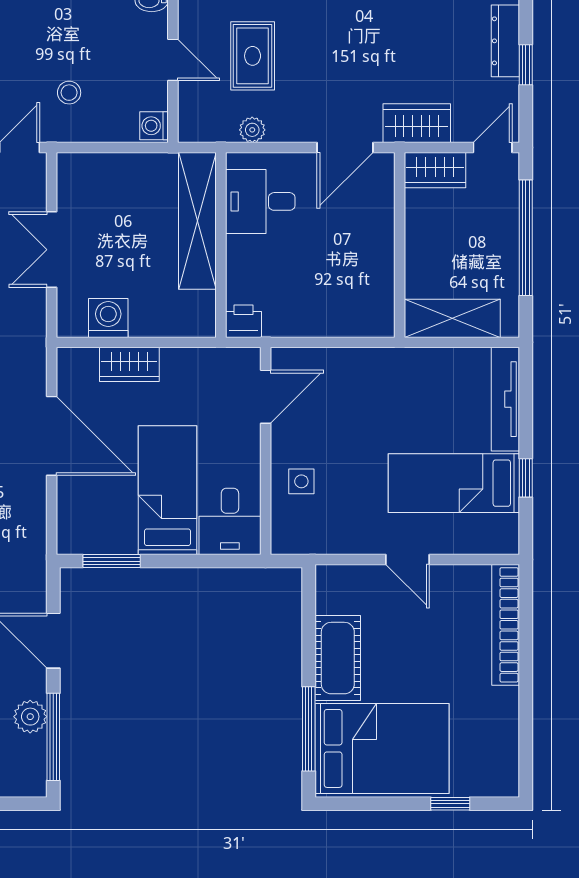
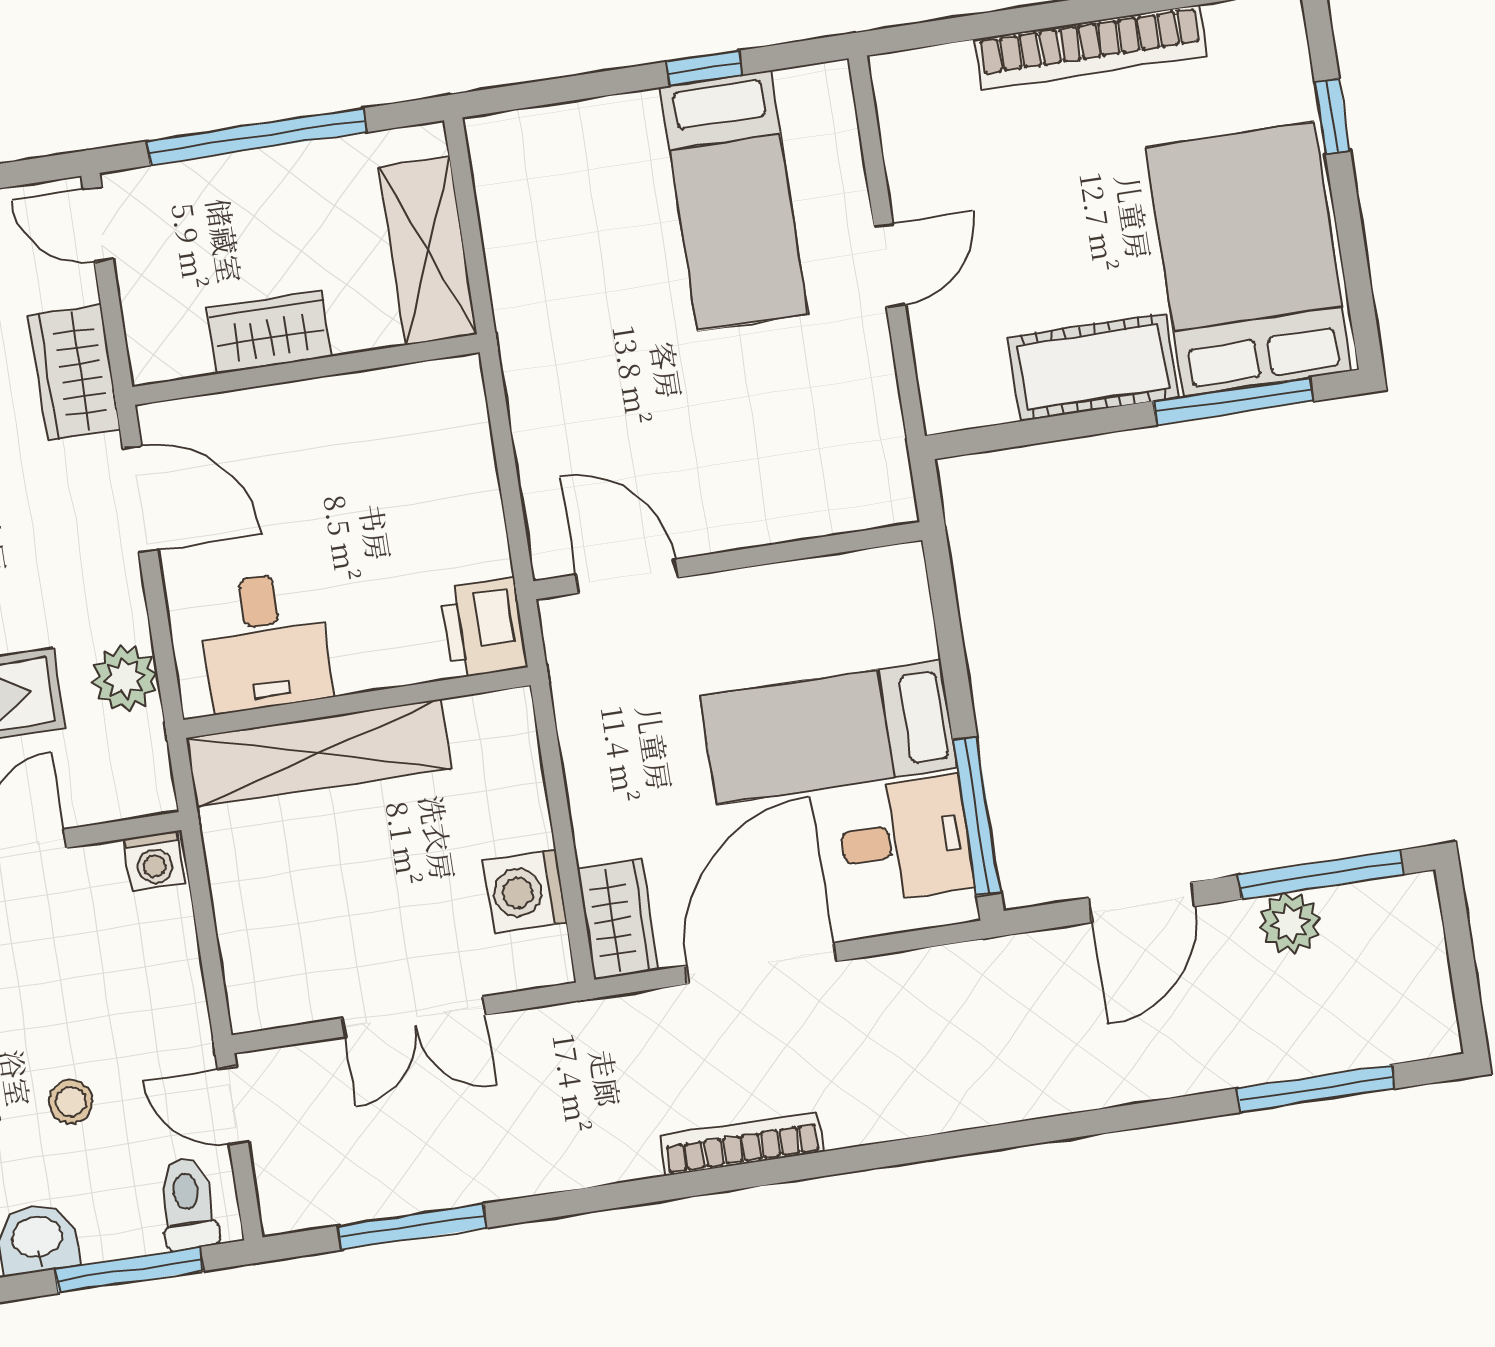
stool: (69, 93) -> (71, 1102), moved
plant: (252, 130) -> (125, 678), width x1.38, depth x1.38
wardrobe: (435, 170) -> (270, 332), moved, turned -90
printer: (244, 321) -> (484, 628), width x1.36, depth x1.24
wardrobe: (129, 364) -> (618, 919), moved
tv unit: (505, 399) -> (563, 129), removed
side table: (301, 481) -> (774, 485), removed
desk: (230, 521) -> (905, 839), moved
window: (112, 561) -> (977, 816), width x1.44
bookcase: (506, 625) -> (1090, 47), moved

